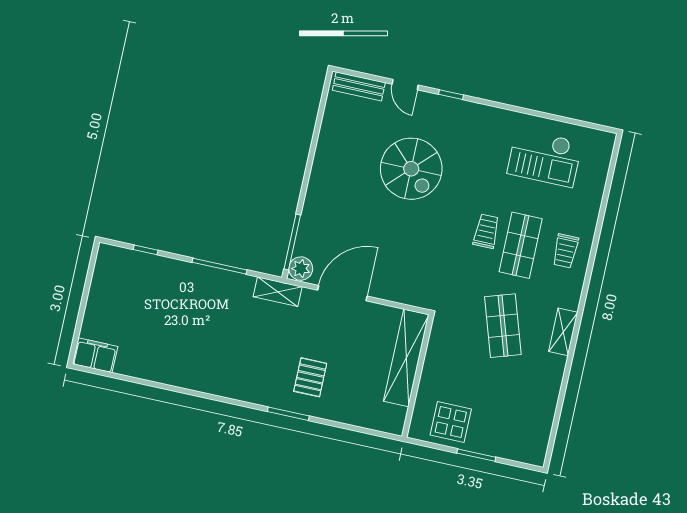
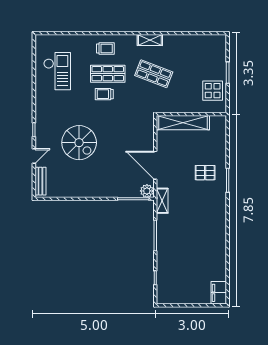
spiral stairs: (411, 169) -> (79, 143), turned 90
shop shelf: (503, 326) -> (154, 74), turned 39

